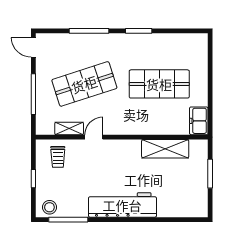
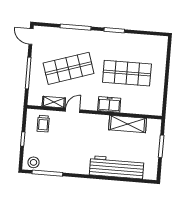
freezer: (199, 121) -> (109, 104), moved, turned 90
workbench: (122, 205) -> (117, 167), moved

